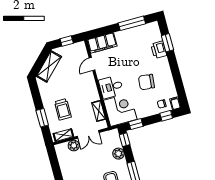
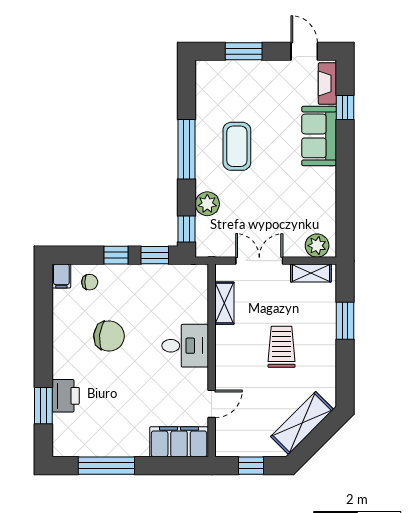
trolley: (63, 109) -> (282, 347), moved
corner desk: (120, 110) -> (179, 293), removed
window: (166, 116) -> (116, 255), moved
plant: (74, 146) -> (317, 246), moved

